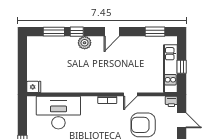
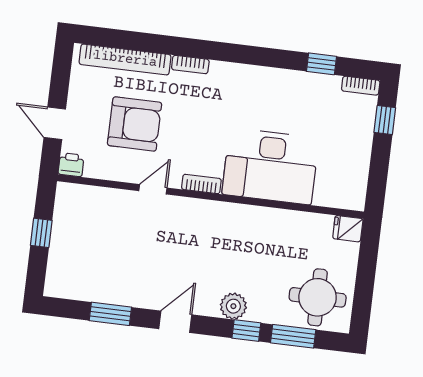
window: (155, 32) -> (110, 314), moved
round table: (44, 52) -> (318, 297), added
kitchen unit: (170, 69) -> (65, 232), removed
desk: (58, 113) -> (270, 166), moved

